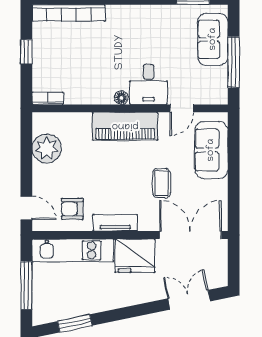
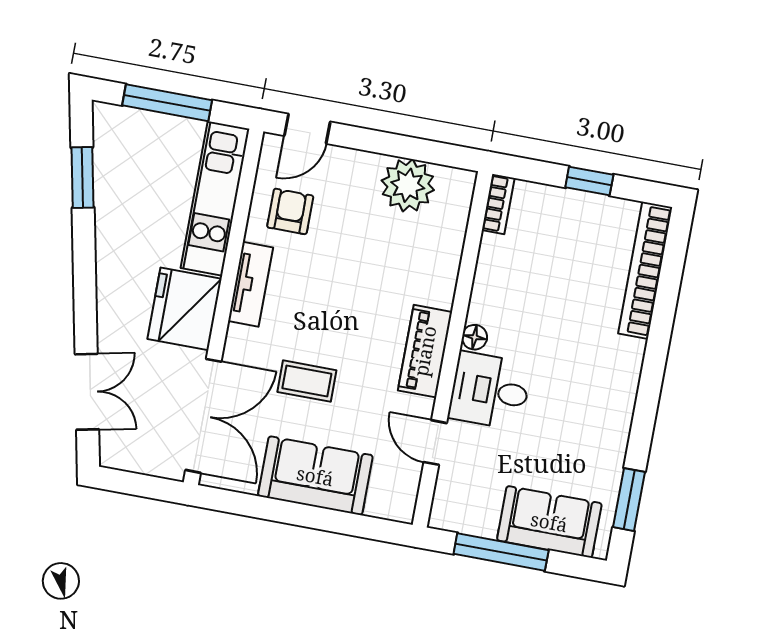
piano: (125, 126) -> (425, 351), width x0.73, depth x0.75
sofa: (211, 150) -> (315, 476), moved

